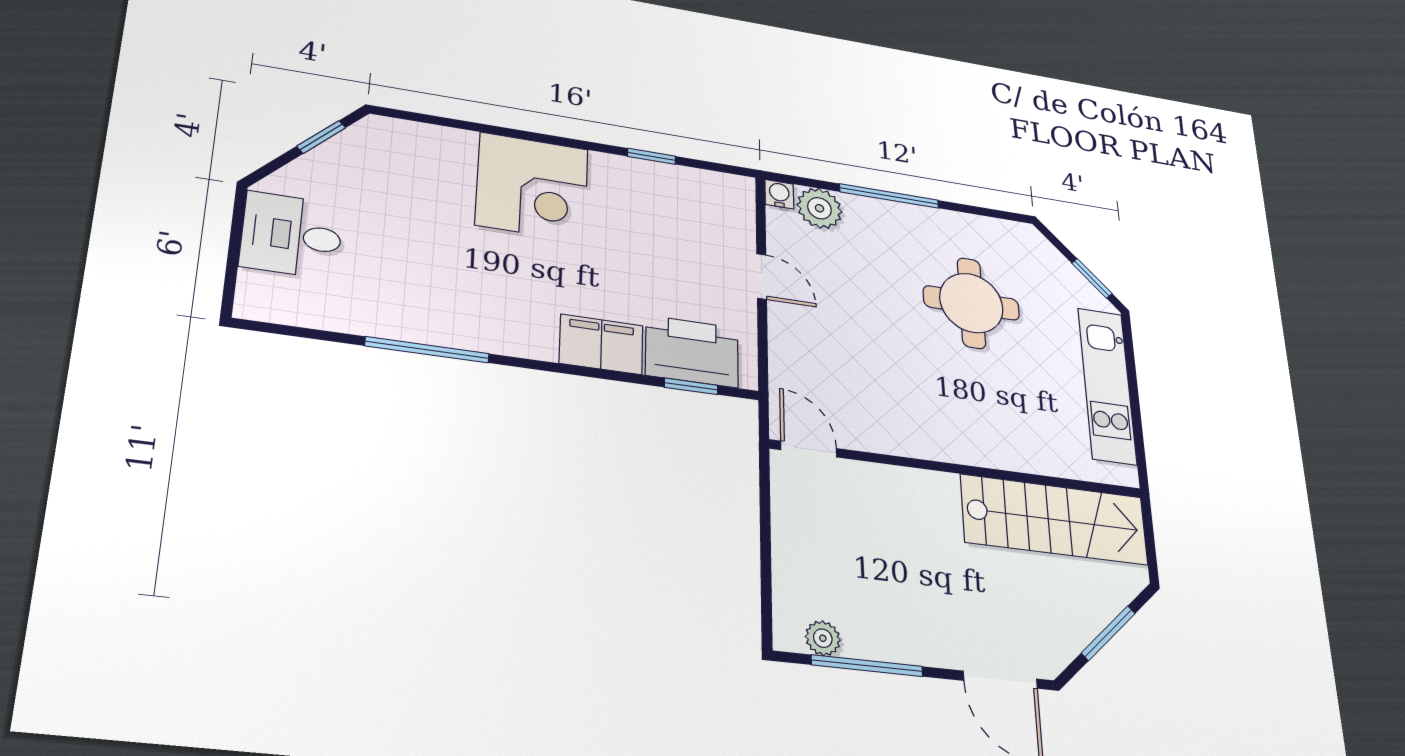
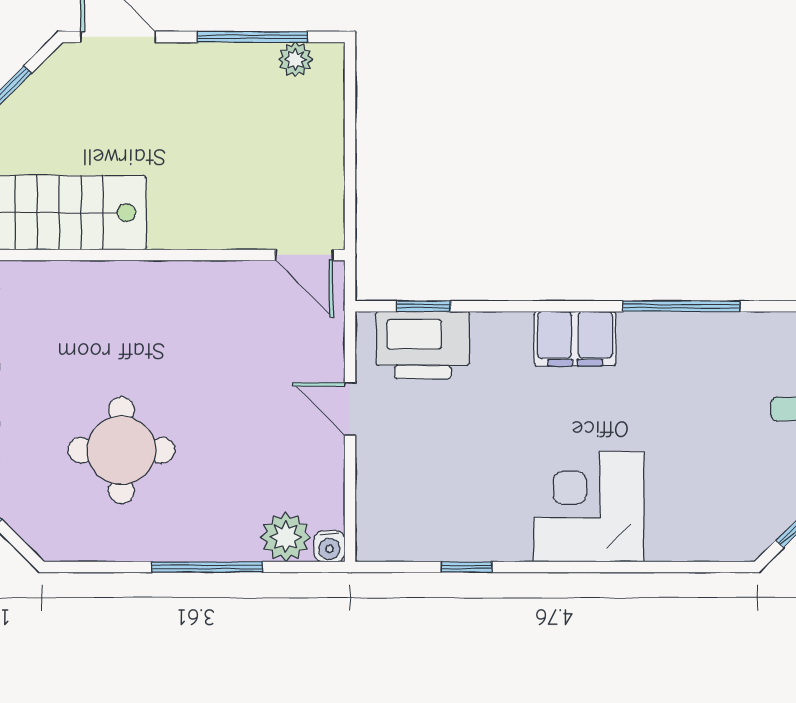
door: (762, 276) -> (350, 409), moved
filing cabinet: (601, 344) -> (575, 339), moved

